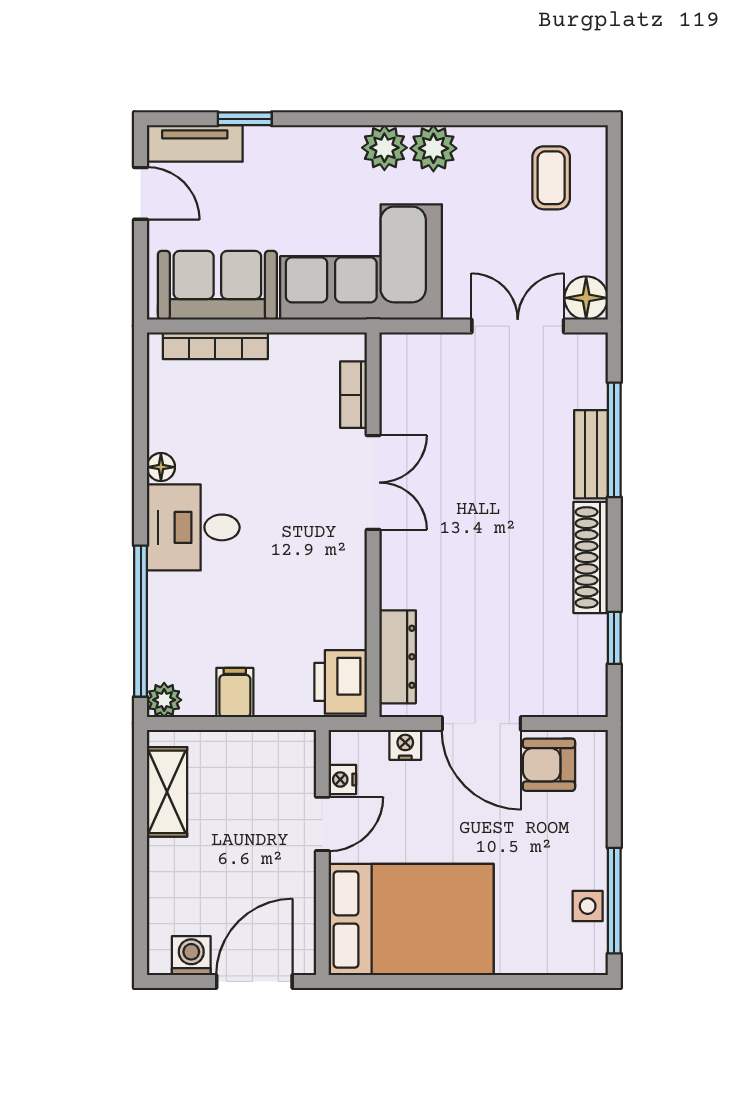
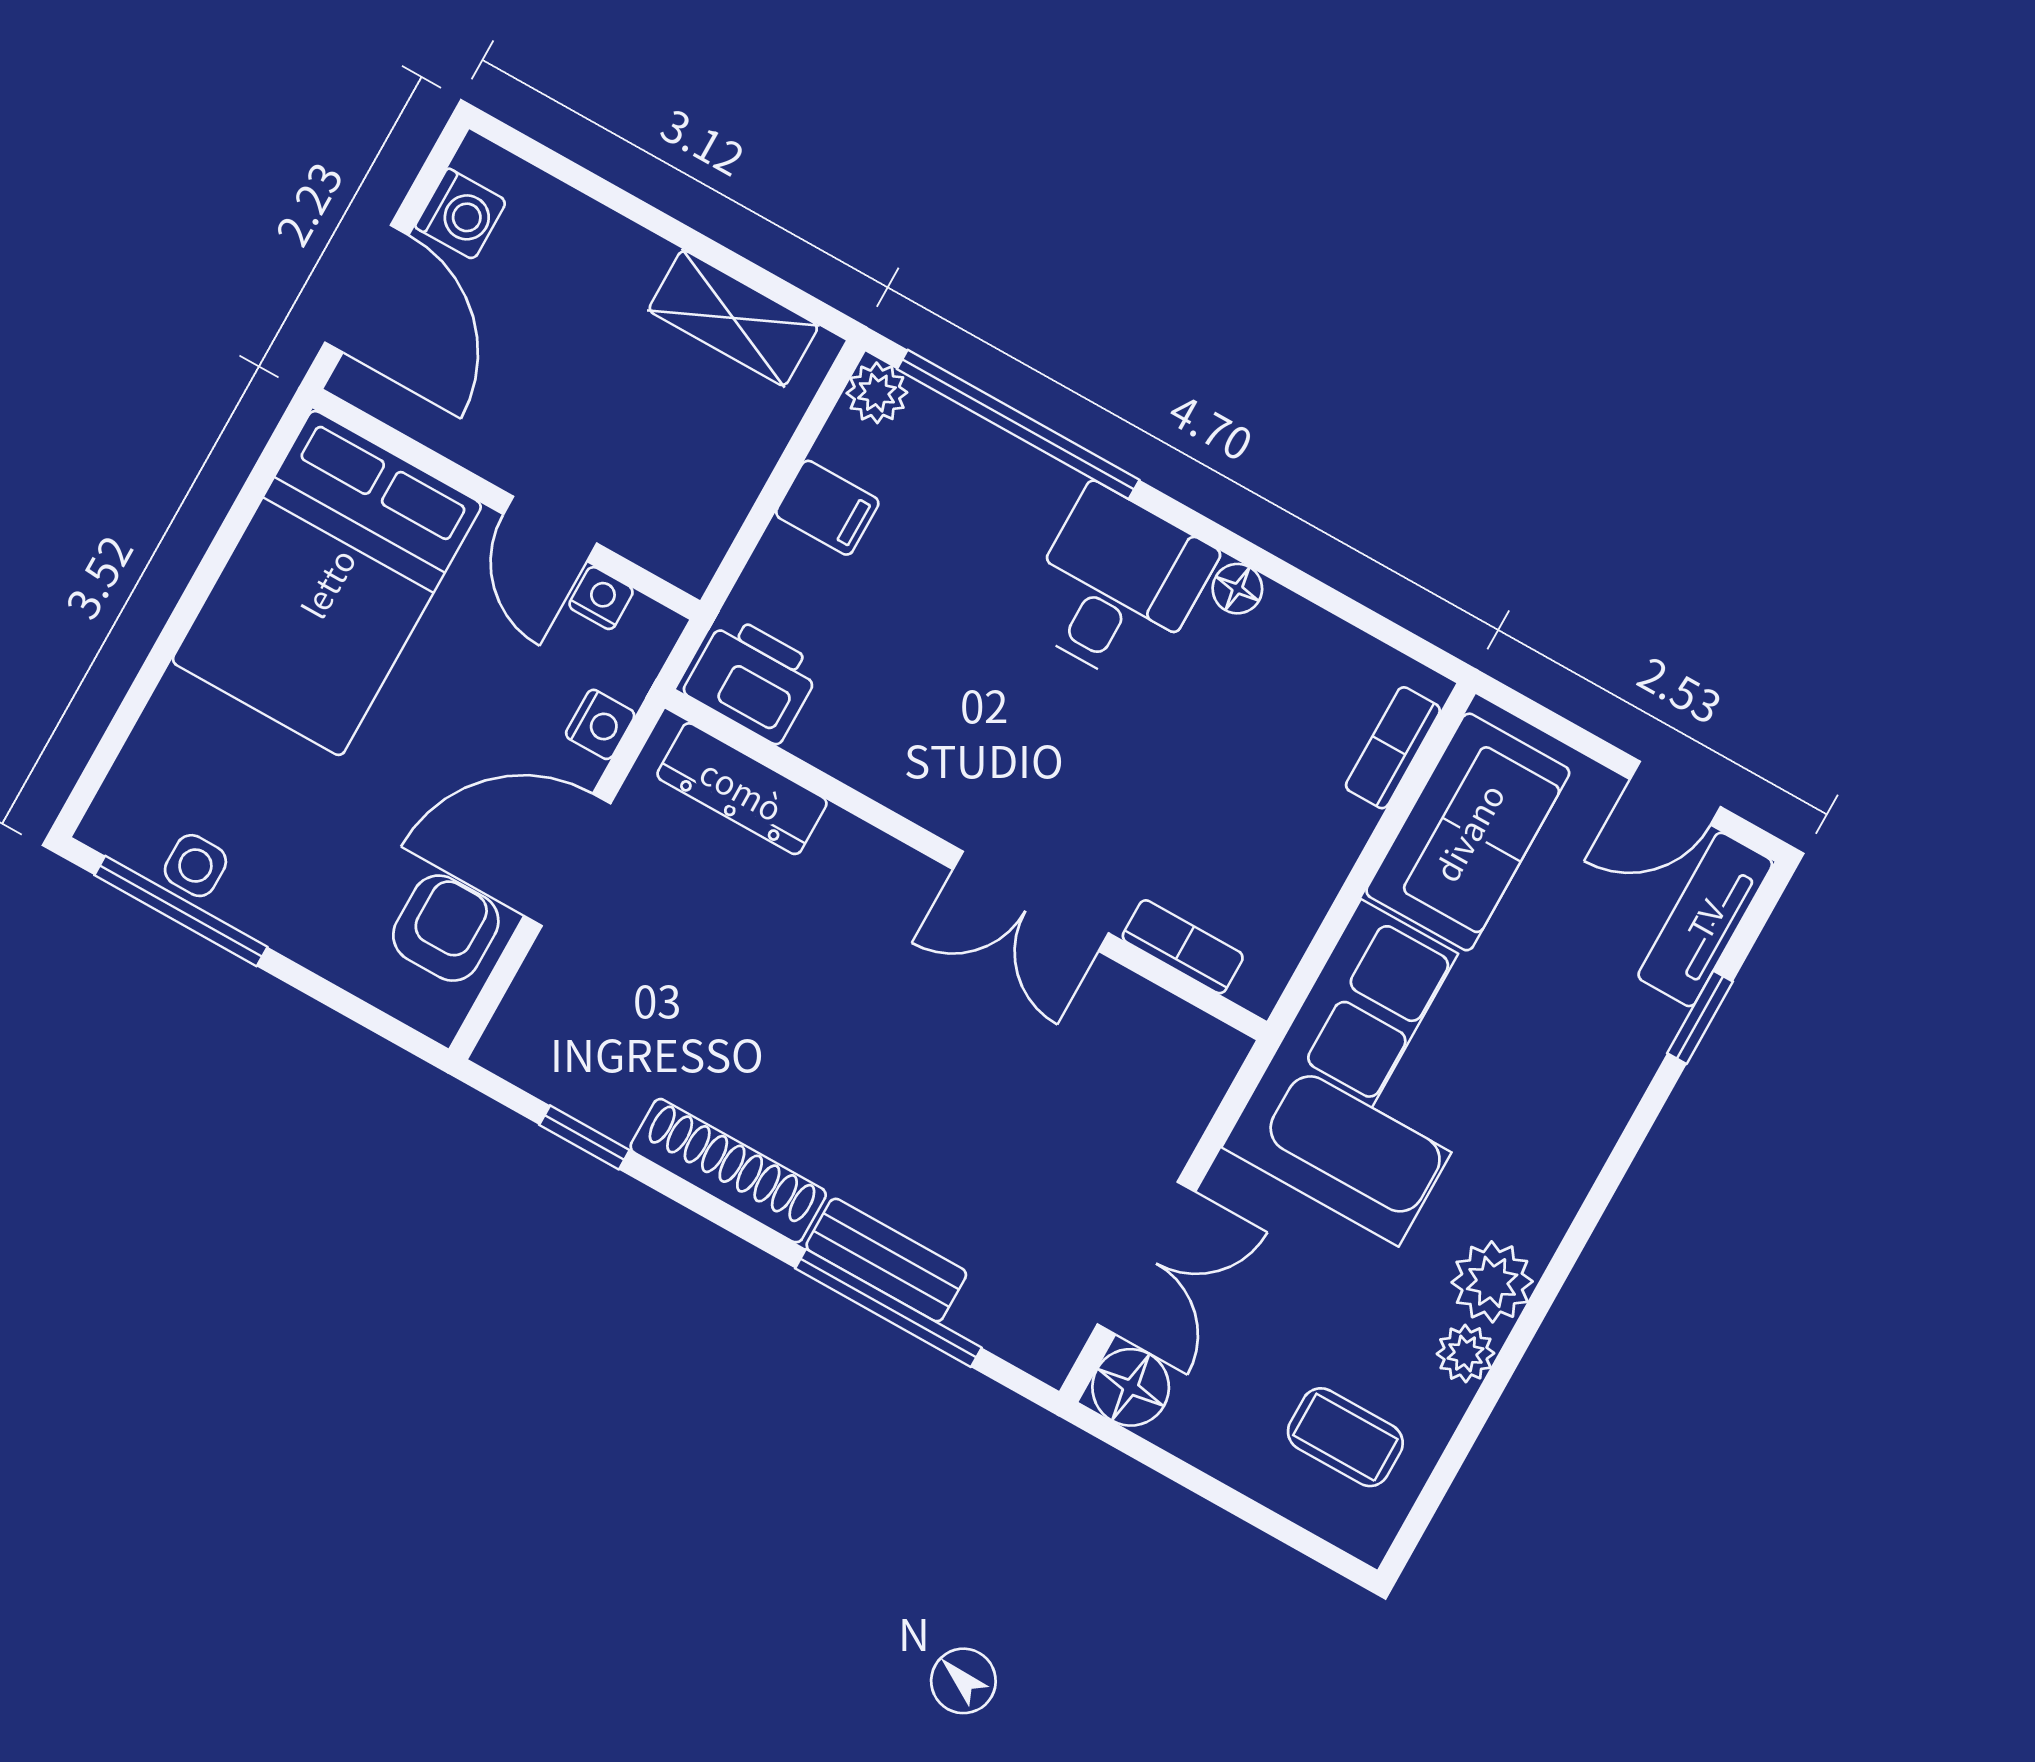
plant: (384, 148) -> (1465, 1354), moved, width x0.73, depth x0.73
bookcase: (215, 346) -> (1393, 748), width x0.64

